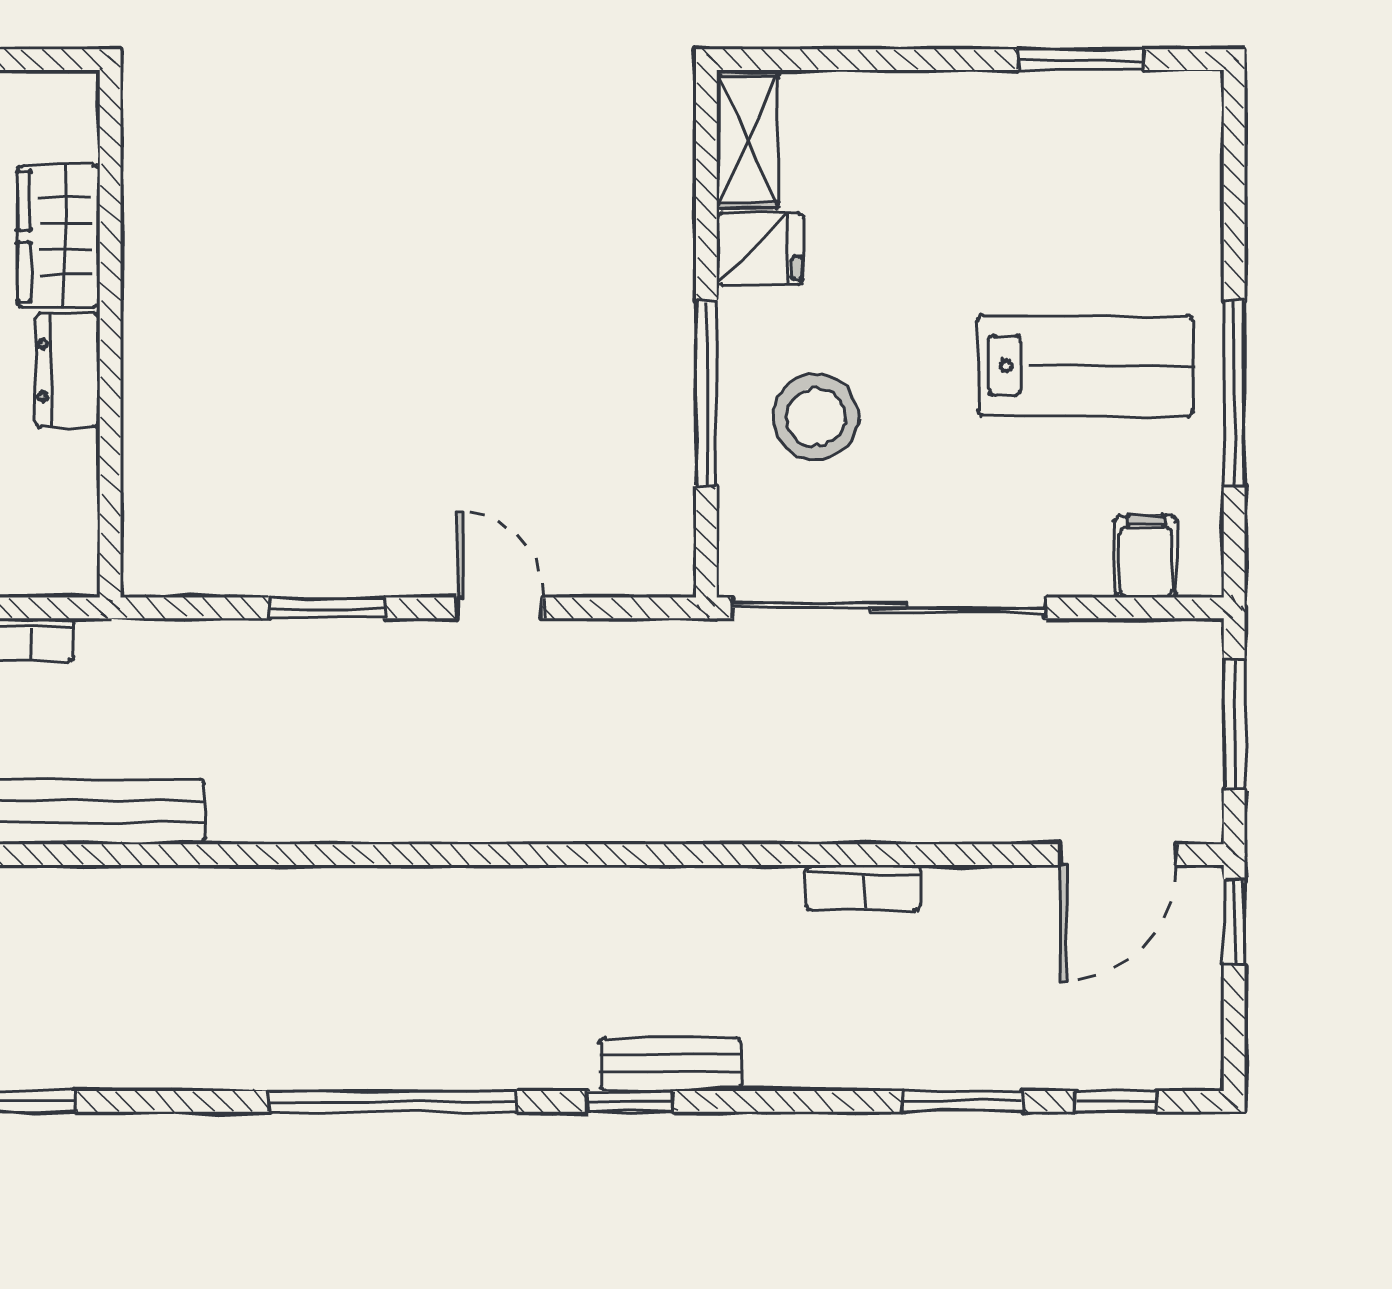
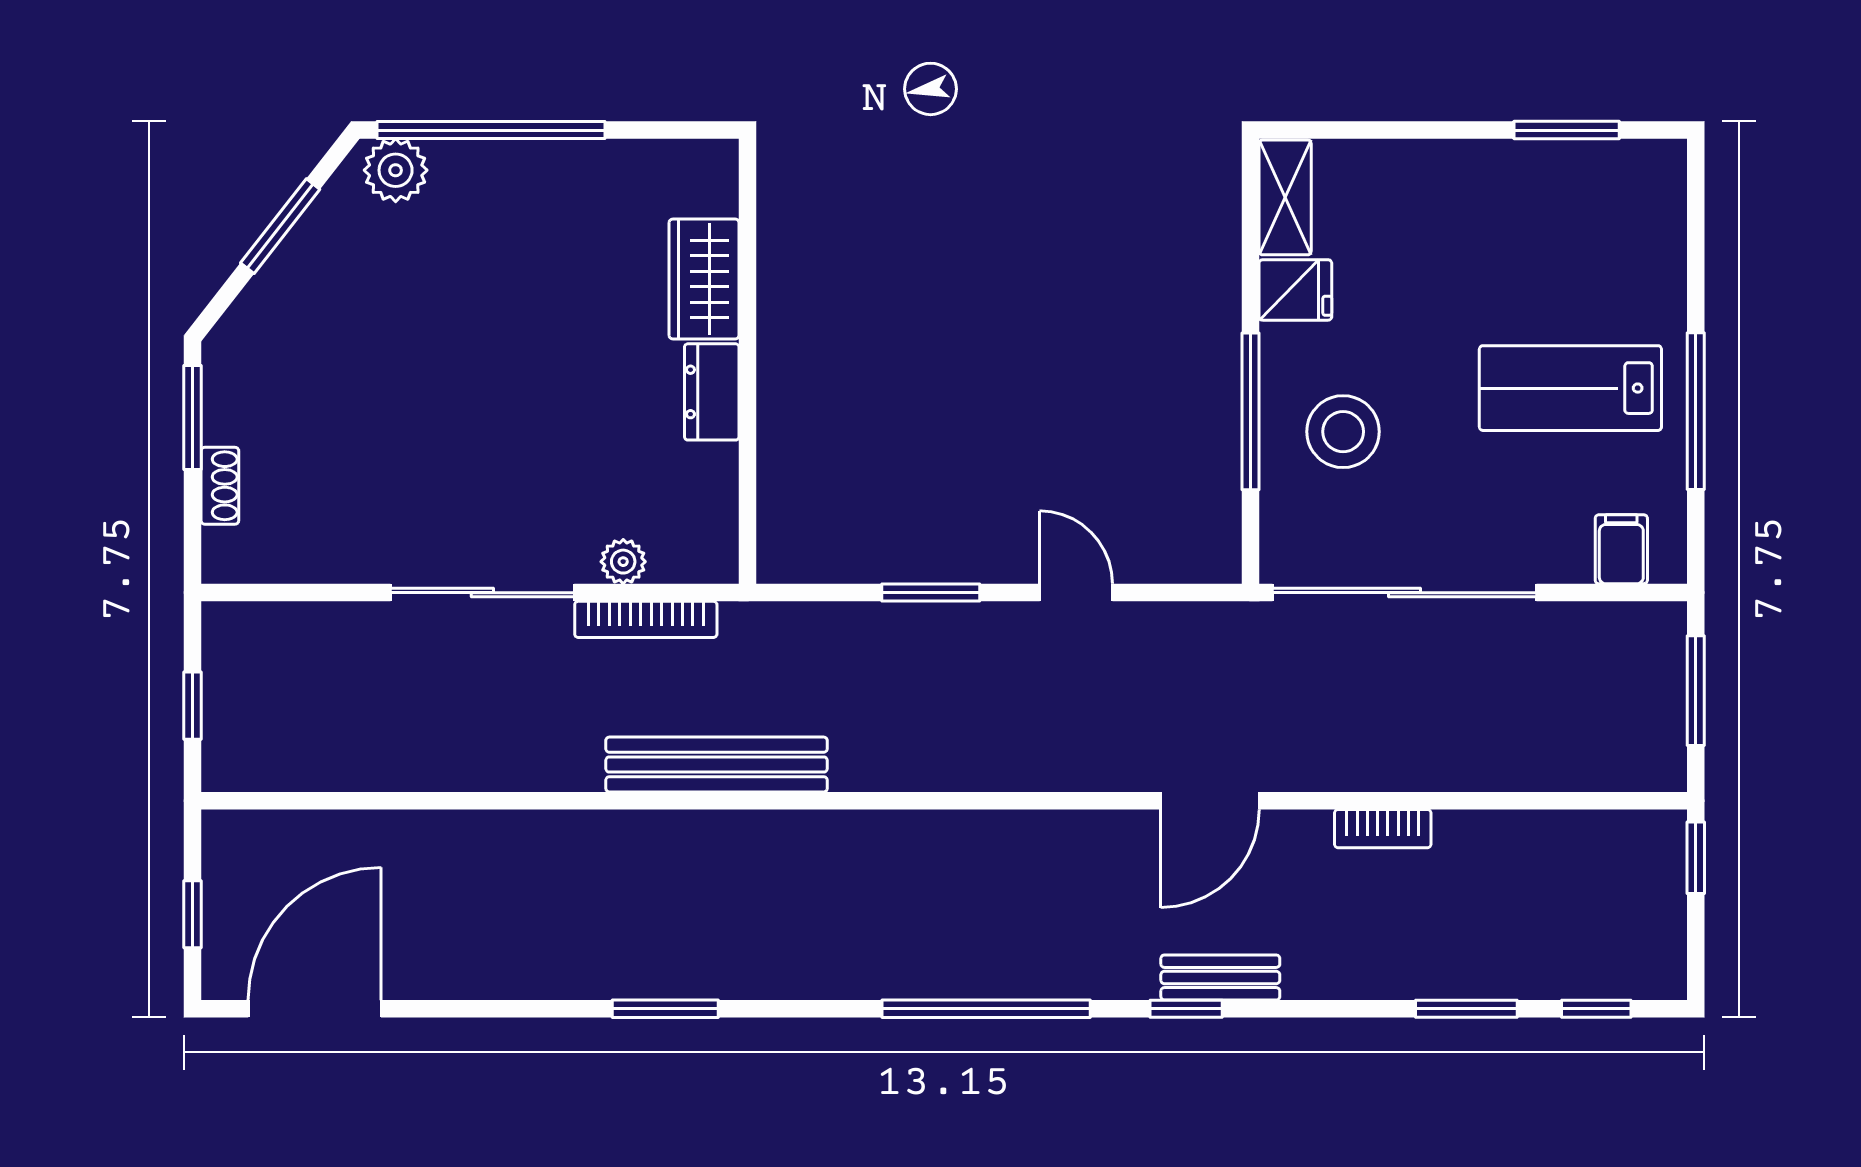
lab bench: (1086, 365) -> (1570, 388), turned 180
door: (1118, 855) -> (1210, 801), moved

